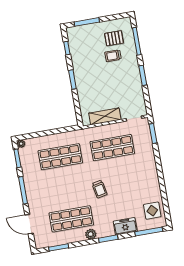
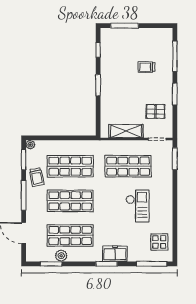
pallet: (114, 38) -> (156, 111), moved
checkout: (127, 182) -> (137, 206), added
shop shelf: (66, 188) -> (70, 201), added
trolley: (100, 189) -> (37, 177), moved
freezer: (125, 226) -> (115, 254), moved
plant: (91, 234) -> (61, 256), moved

